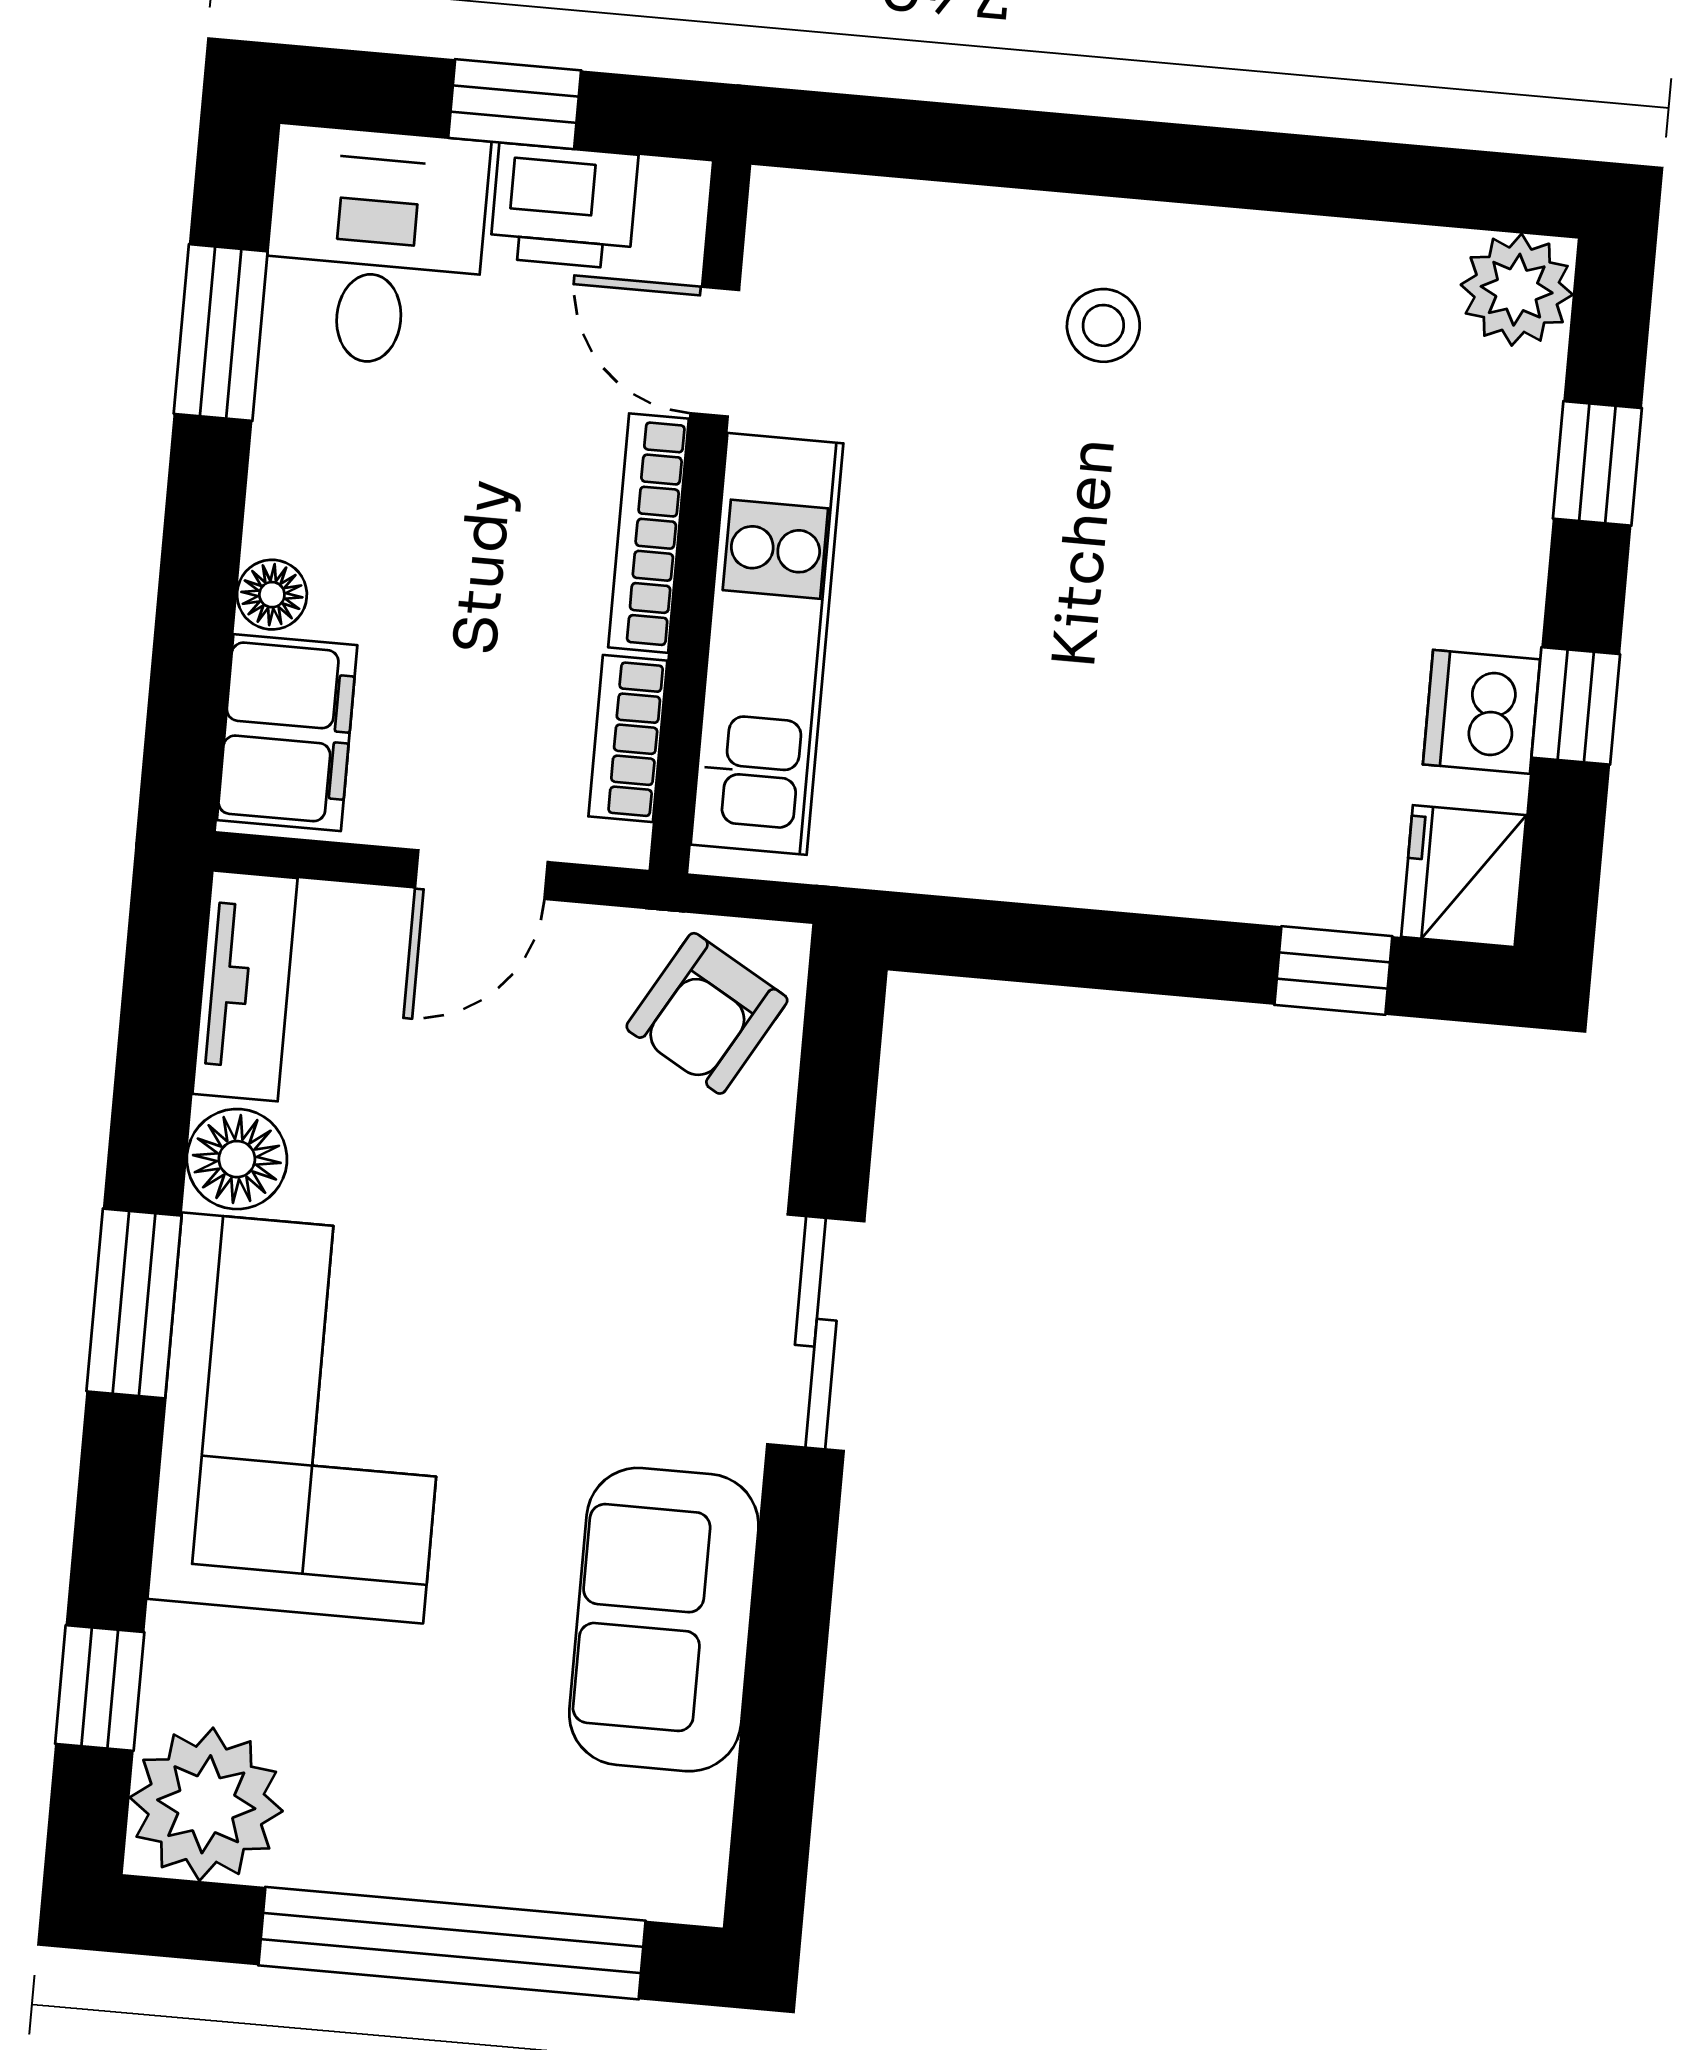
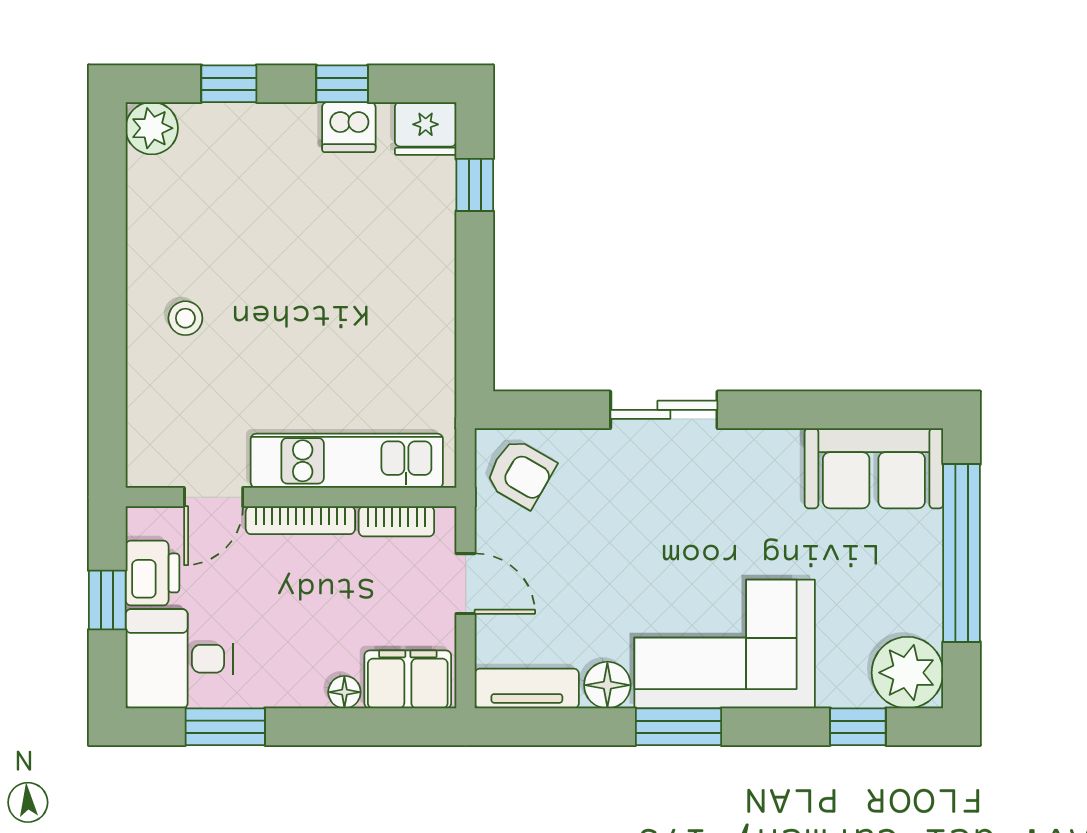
sofa: (664, 1620) -> (874, 468), moved

